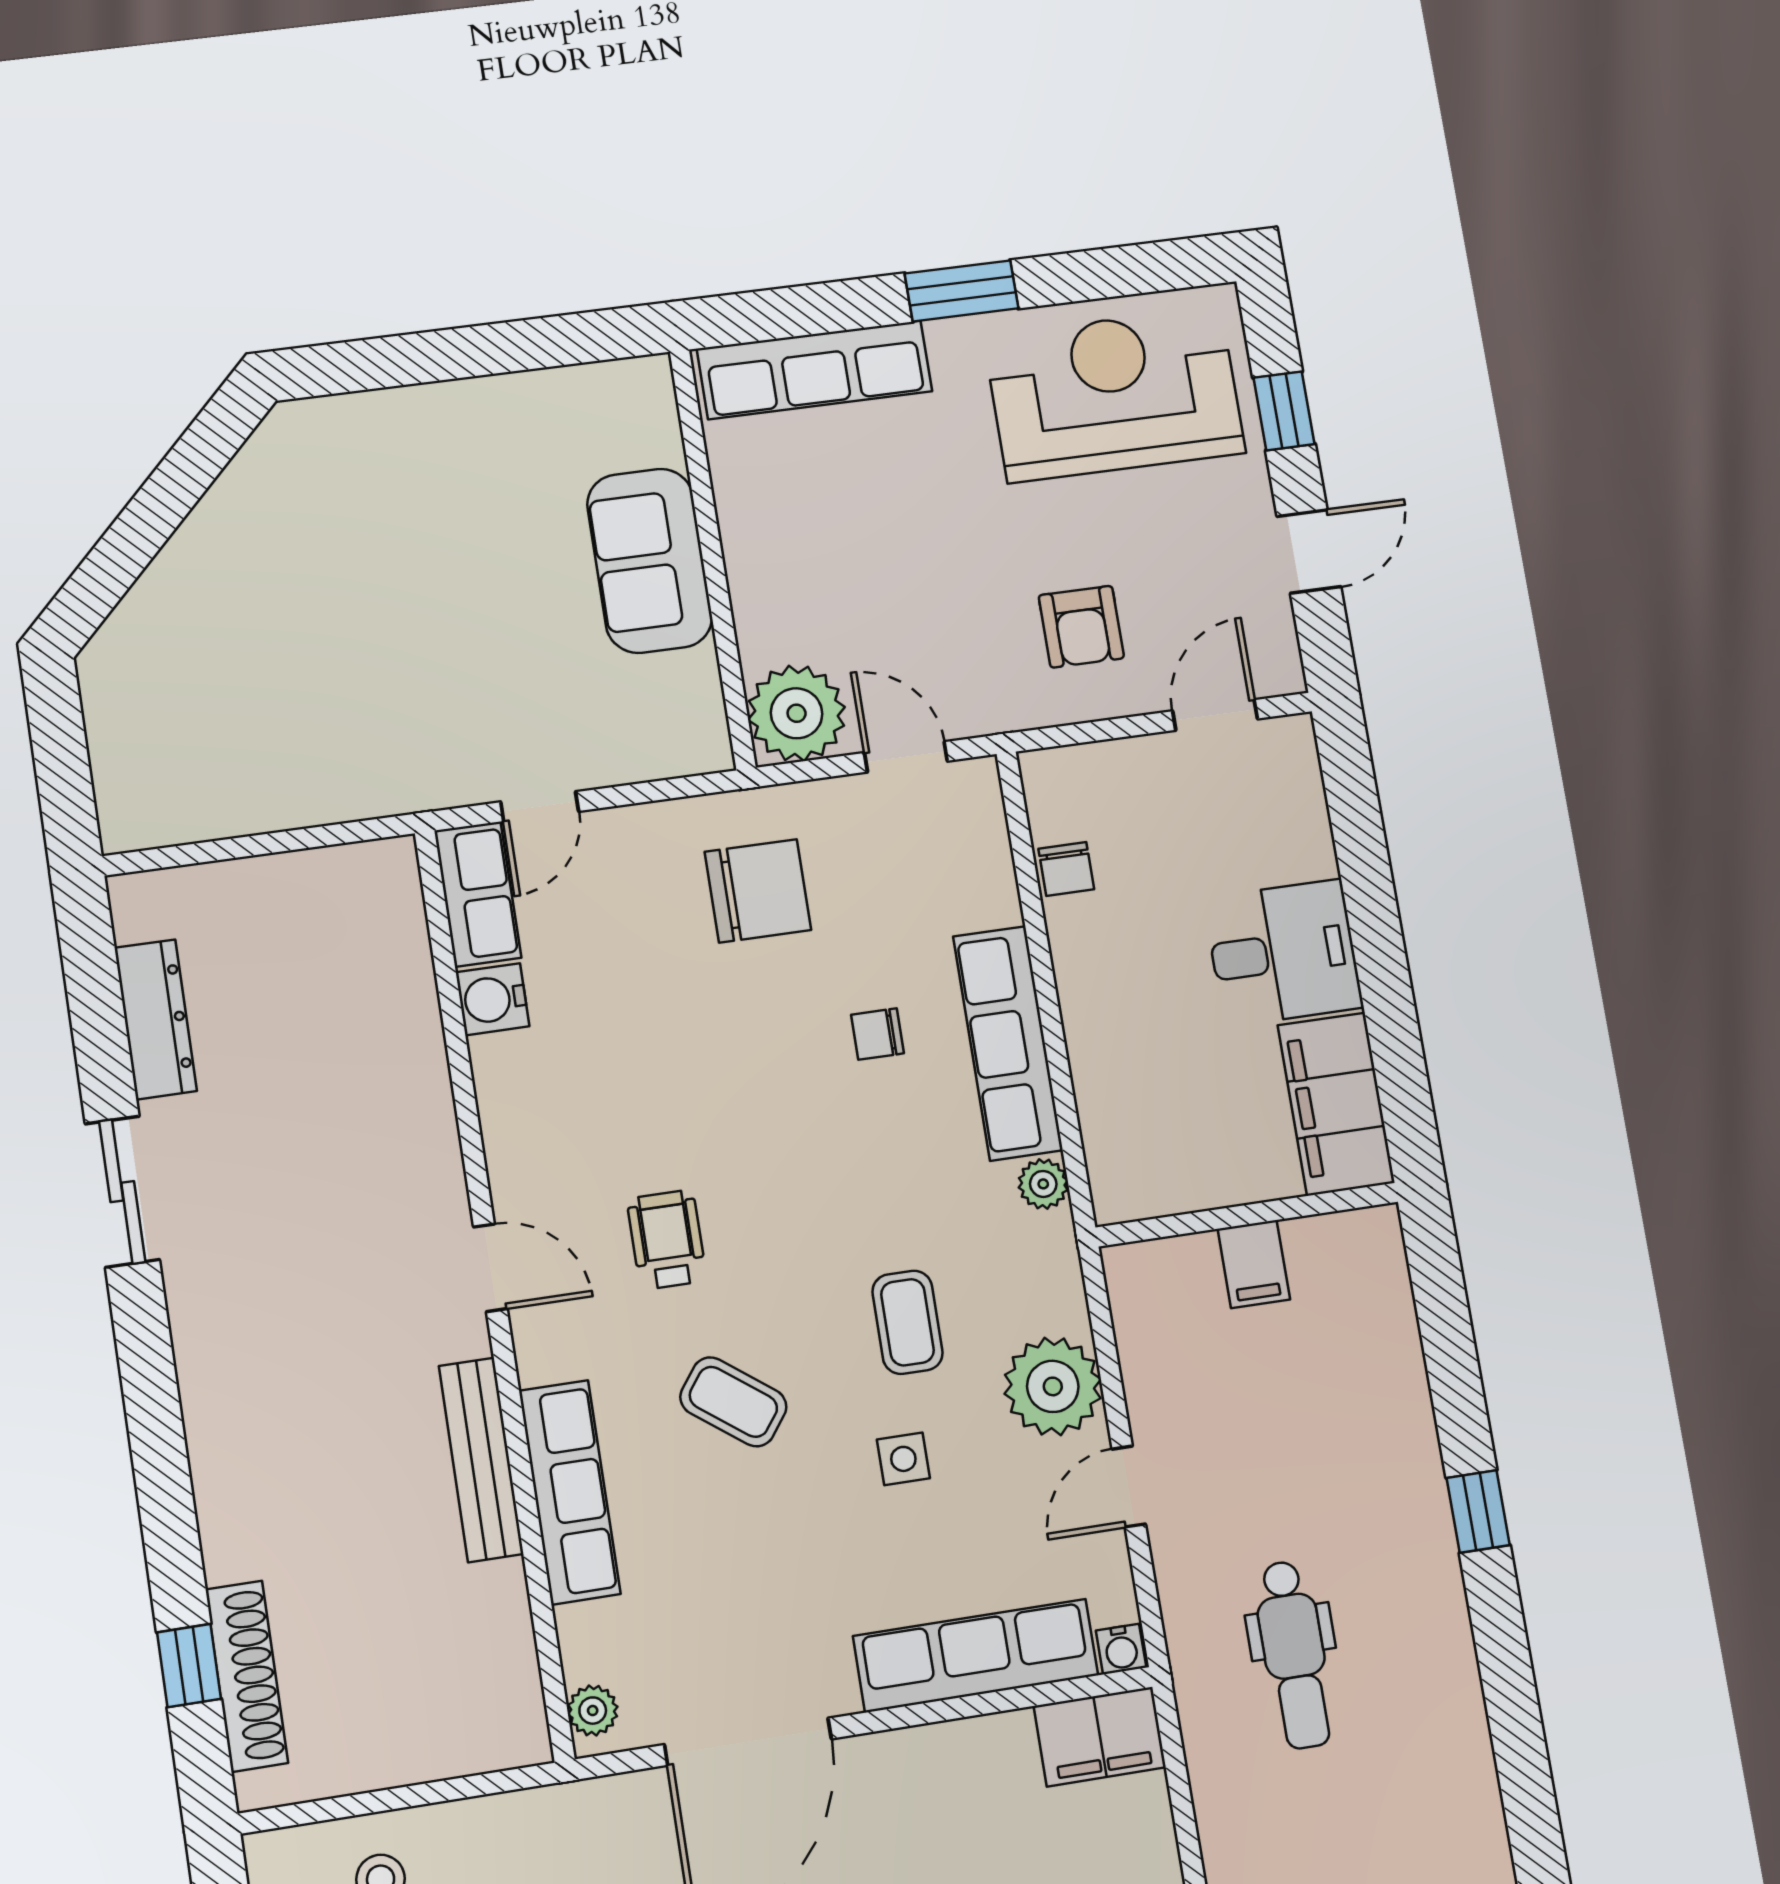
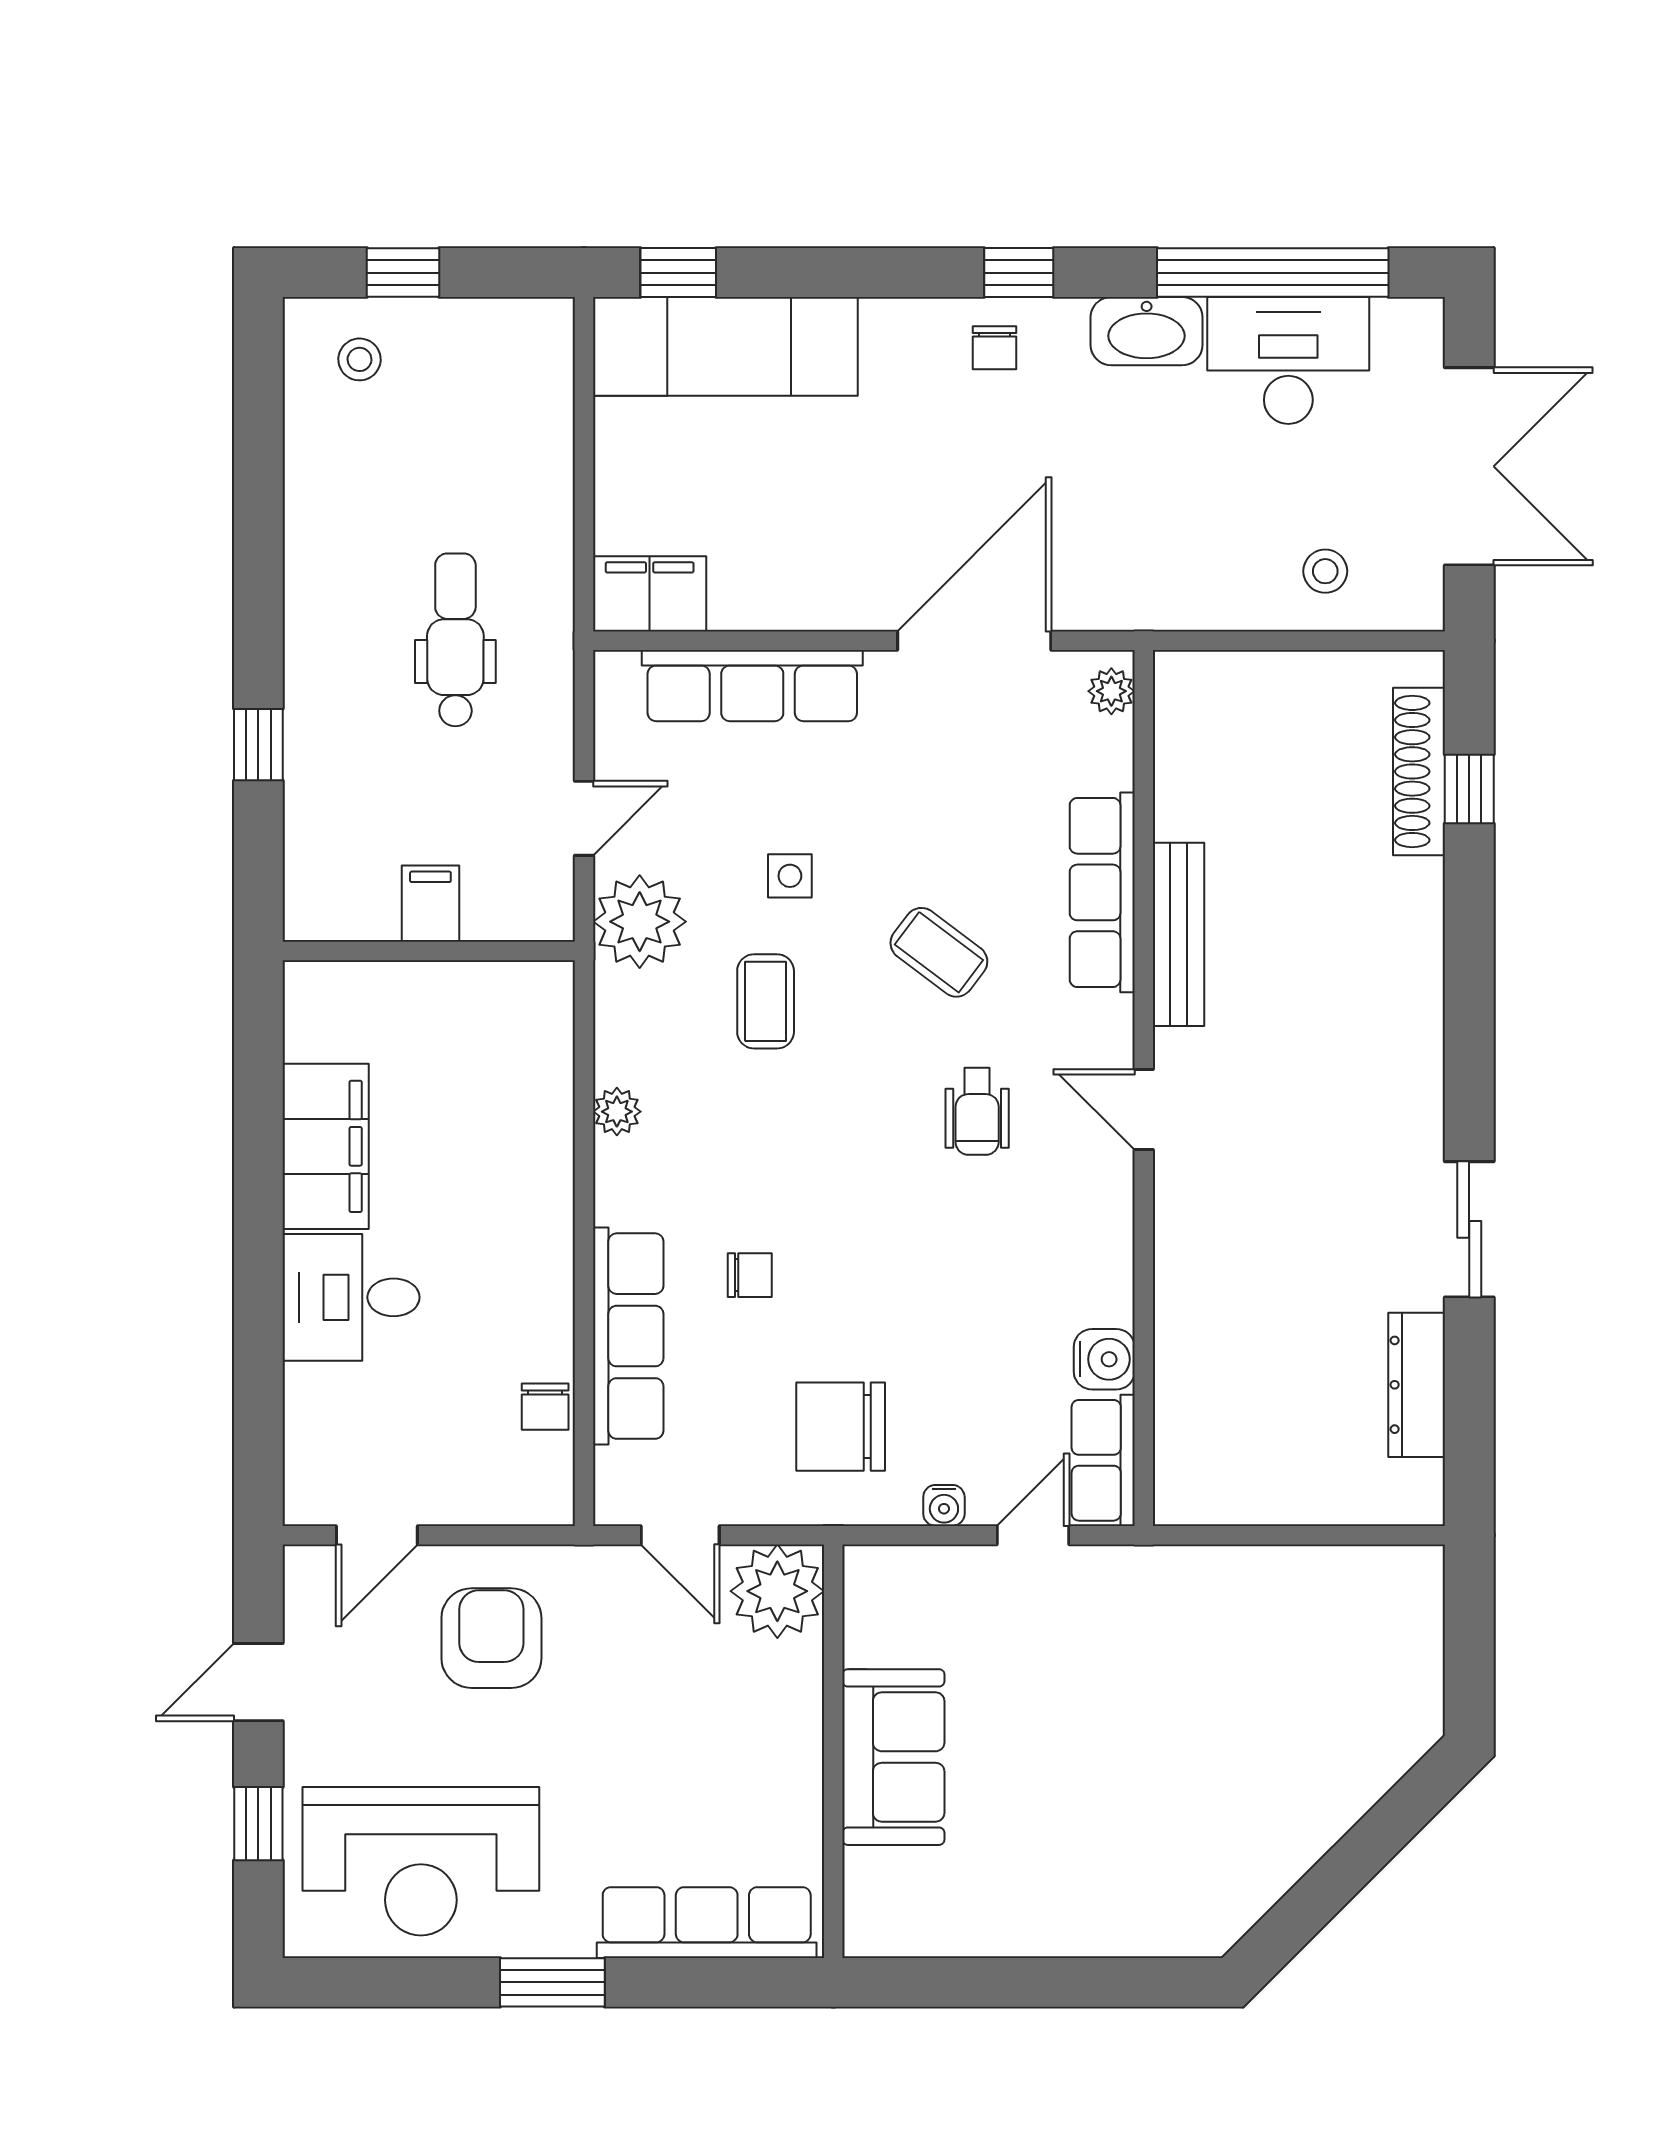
armchair: (1081, 627) -> (491, 1638), width x1.38, depth x1.38
chair: (1066, 869) -> (545, 1407), turned 180
row of seats: (1008, 1043) -> (628, 1336), moved
wall: (1247, 1215) -> (429, 951), moved
filing cabinet: (1254, 1264) -> (430, 904), moved
water cooler: (1121, 1649) -> (944, 1505), moved, turned 180

